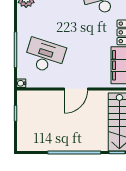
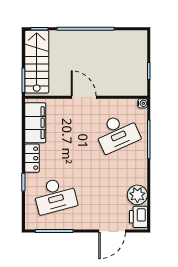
desk: (45, 56) -> (117, 133), turned -42
door: (76, 89) -> (84, 97), hinge flipped

